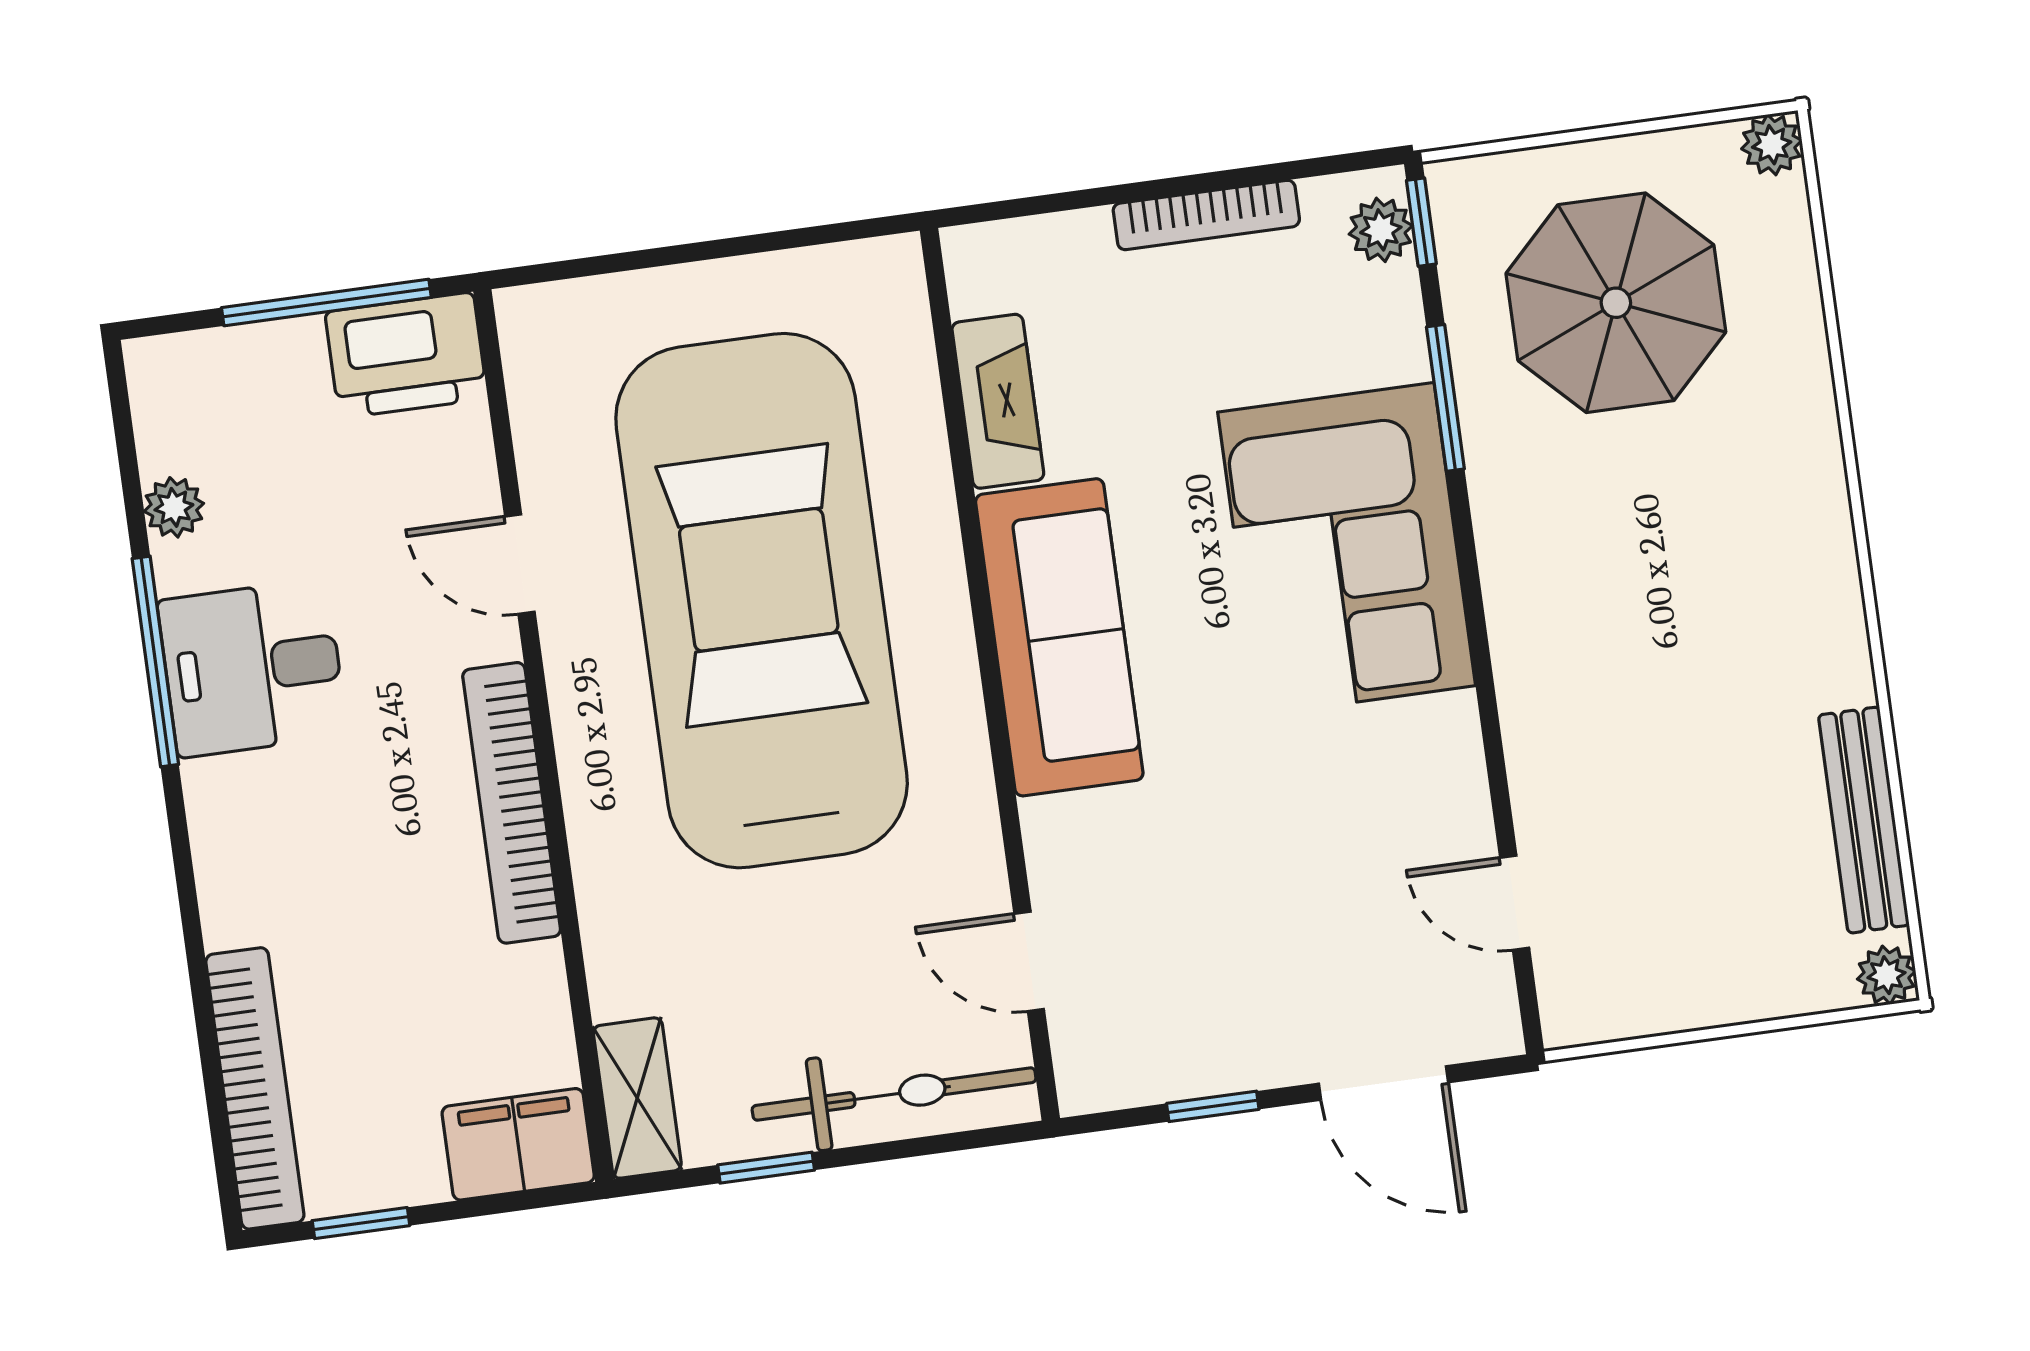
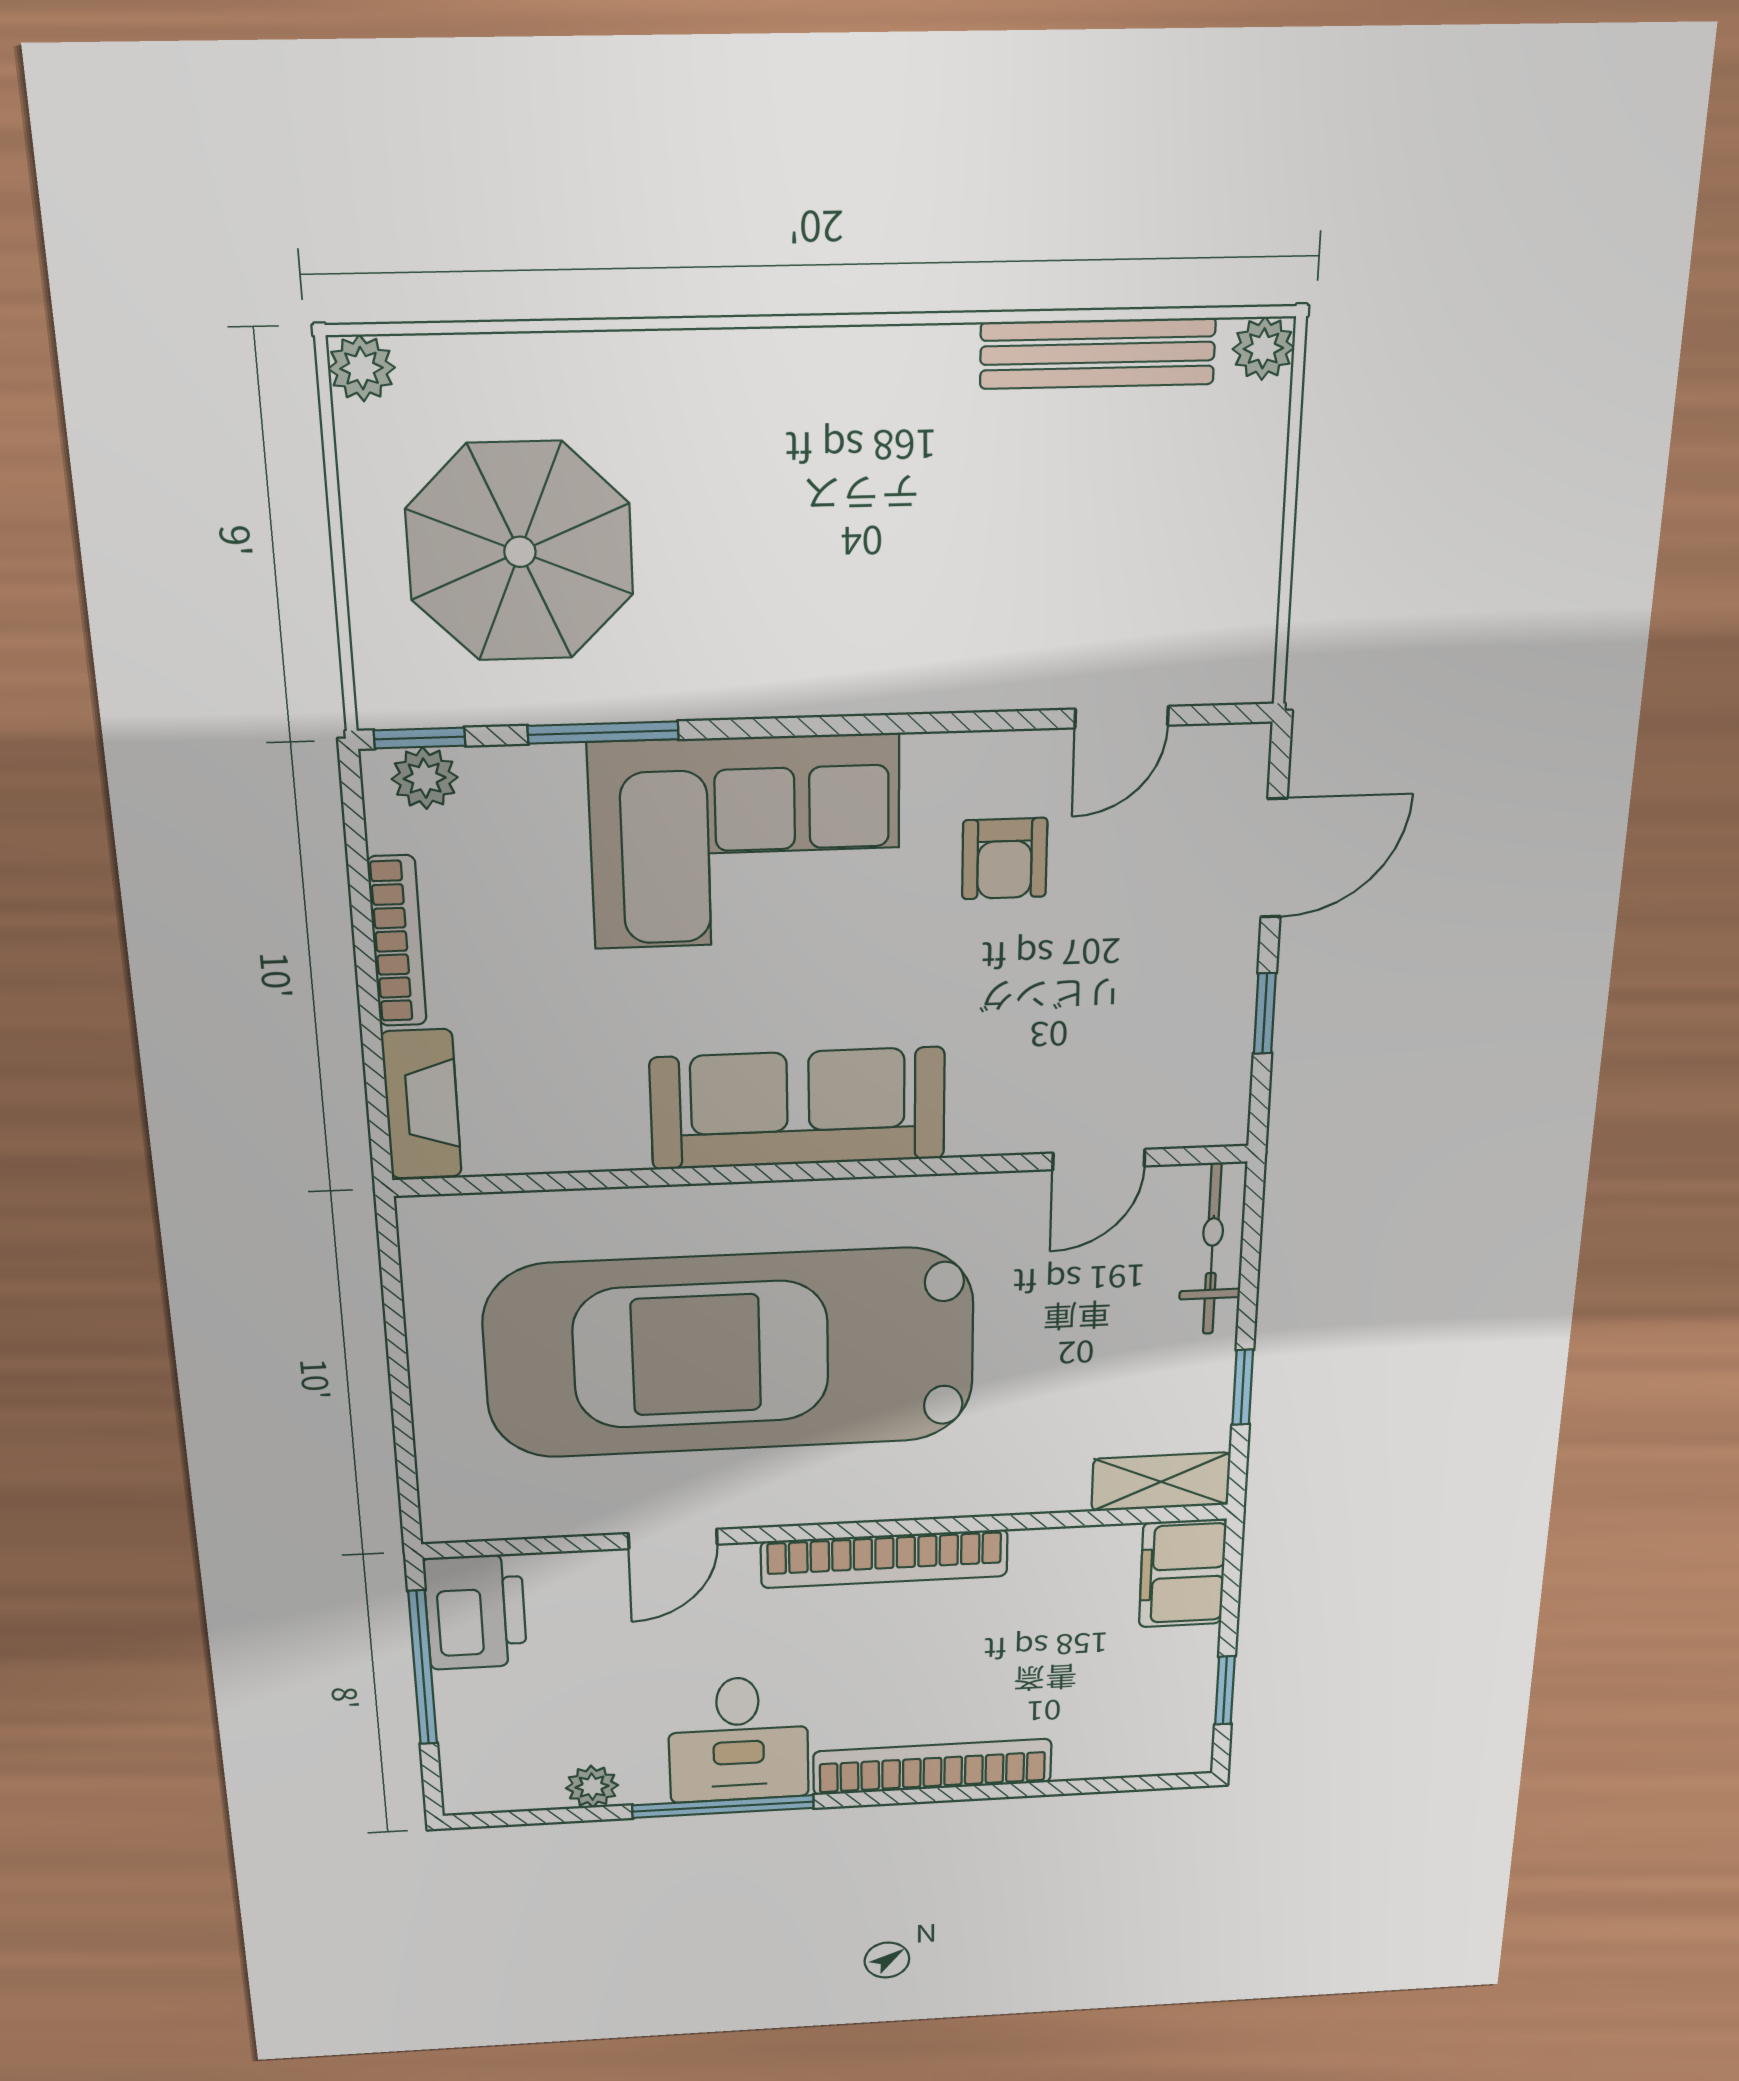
fireplace: (998, 401) -> (422, 1104), moved, turned 90
armchair: (1355, 810) -> (1005, 859), added
bookcase: (255, 1088) -> (933, 1767), moved
bicycle: (894, 1094) -> (1212, 1249), width x0.73, depth x0.71

